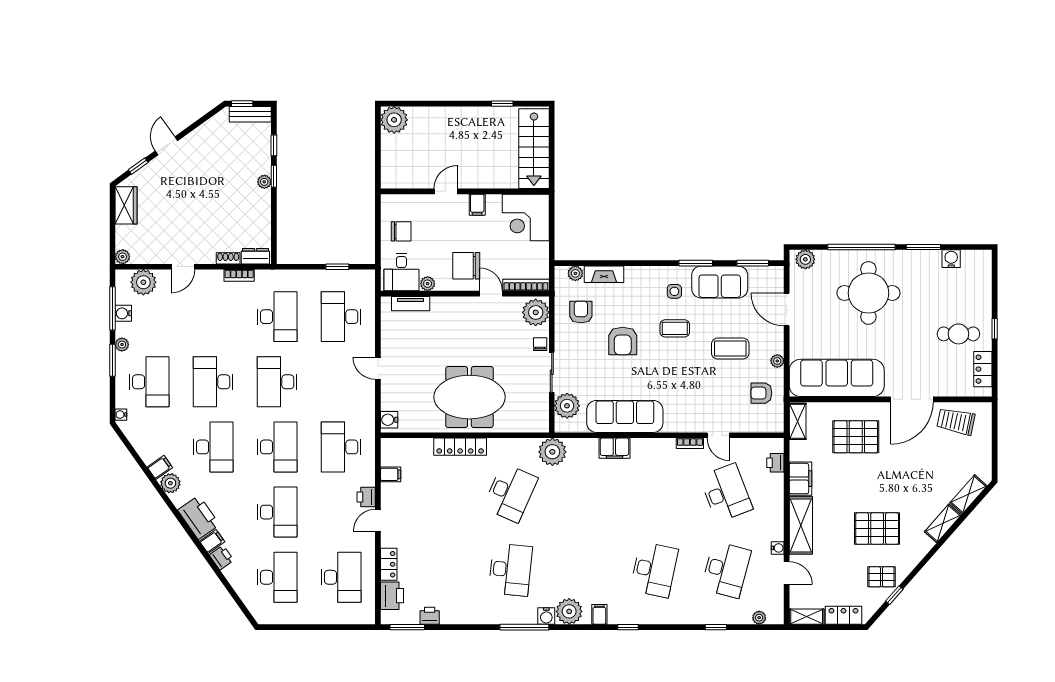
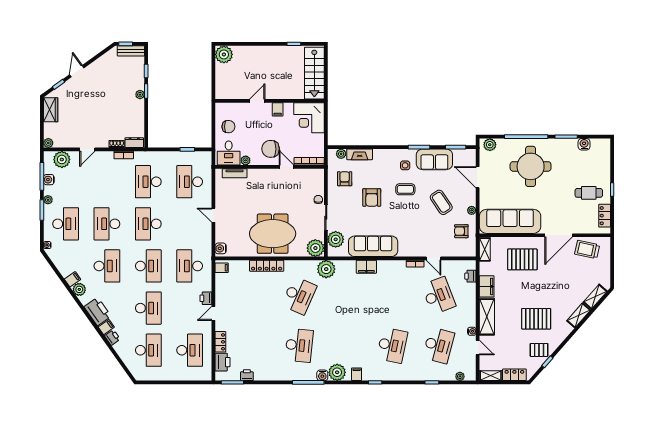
plant: (536, 312) -> (315, 248), moved
desk: (277, 317) -> (148, 182), turned 180
coffee table: (730, 349) -> (441, 202), turned 56
filing cabinet: (391, 474) -> (222, 268), moved

